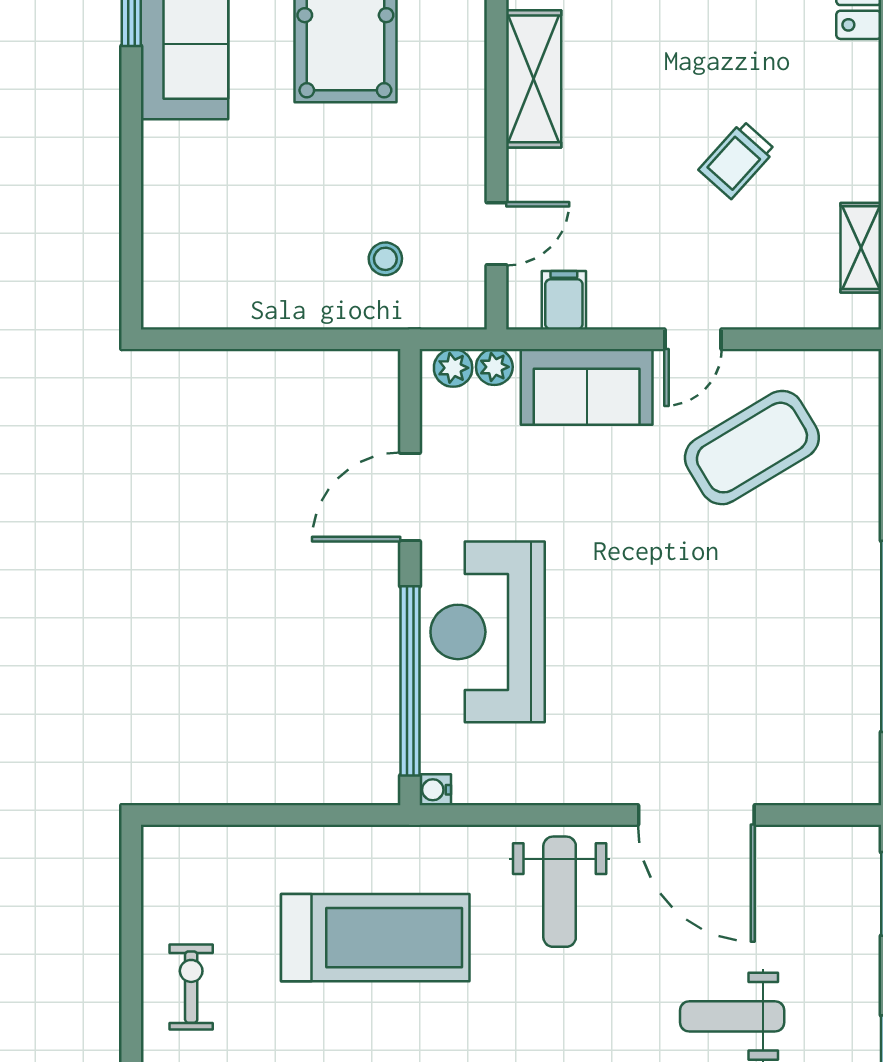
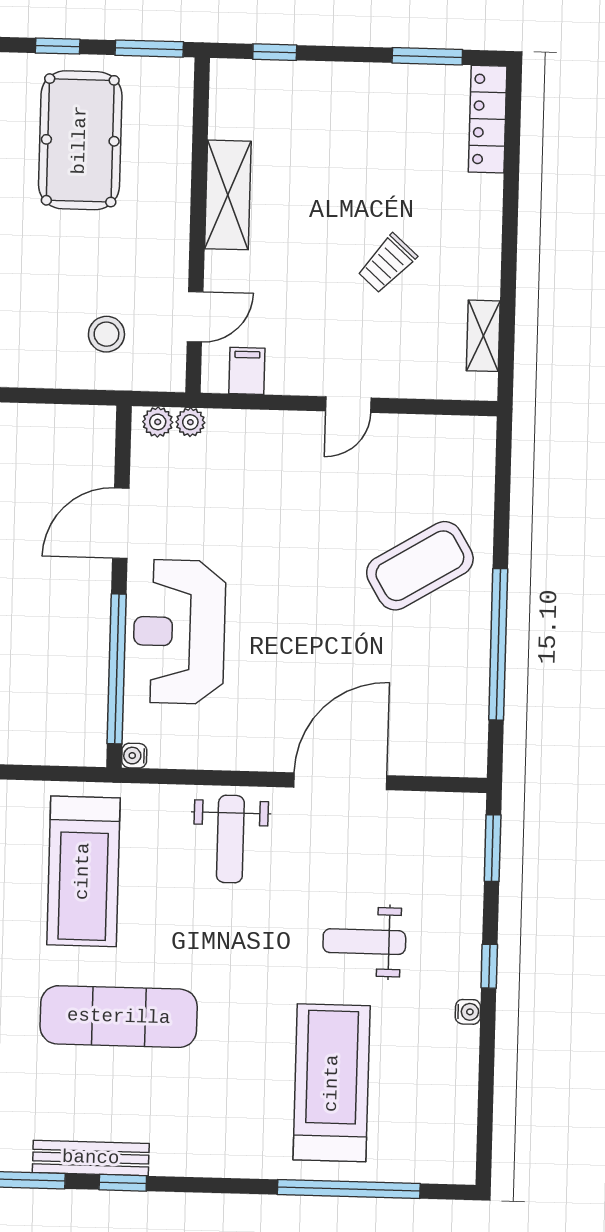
stool: (385, 259) -> (106, 334), width x1.37, depth x1.37
sofa: (587, 387) -> (263, 440), removed
coffee table: (752, 448) -> (420, 566), moved
door: (696, 815) -> (340, 781), swing flipped
treadmill: (375, 938) -> (83, 871), turned 90

